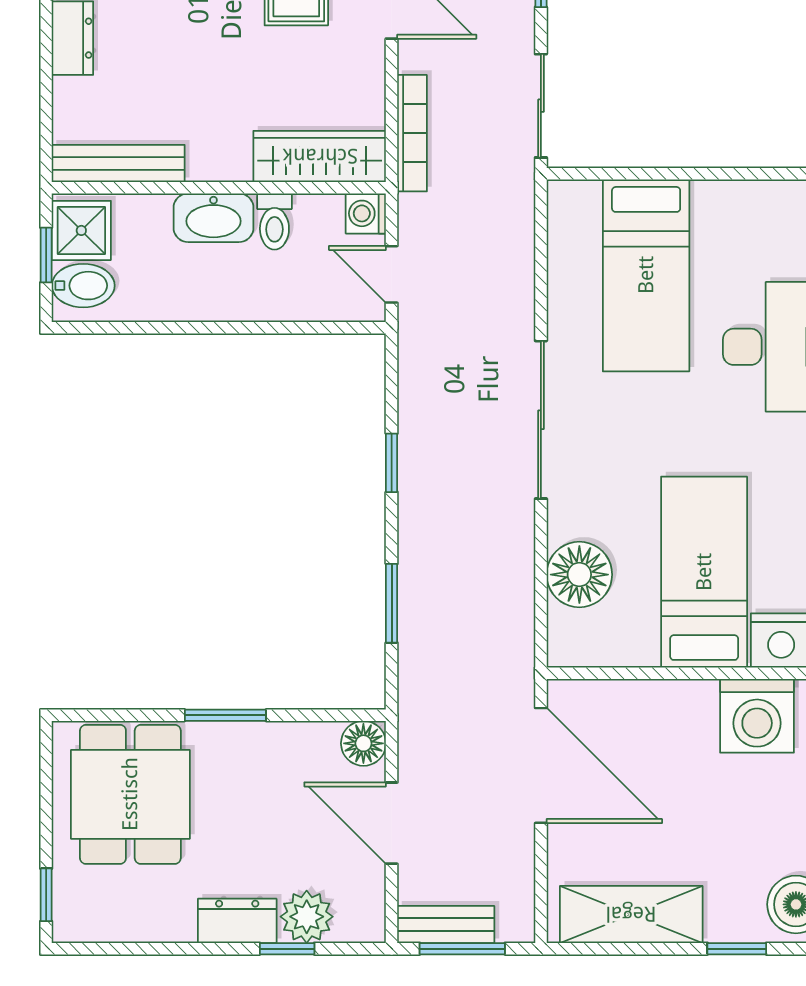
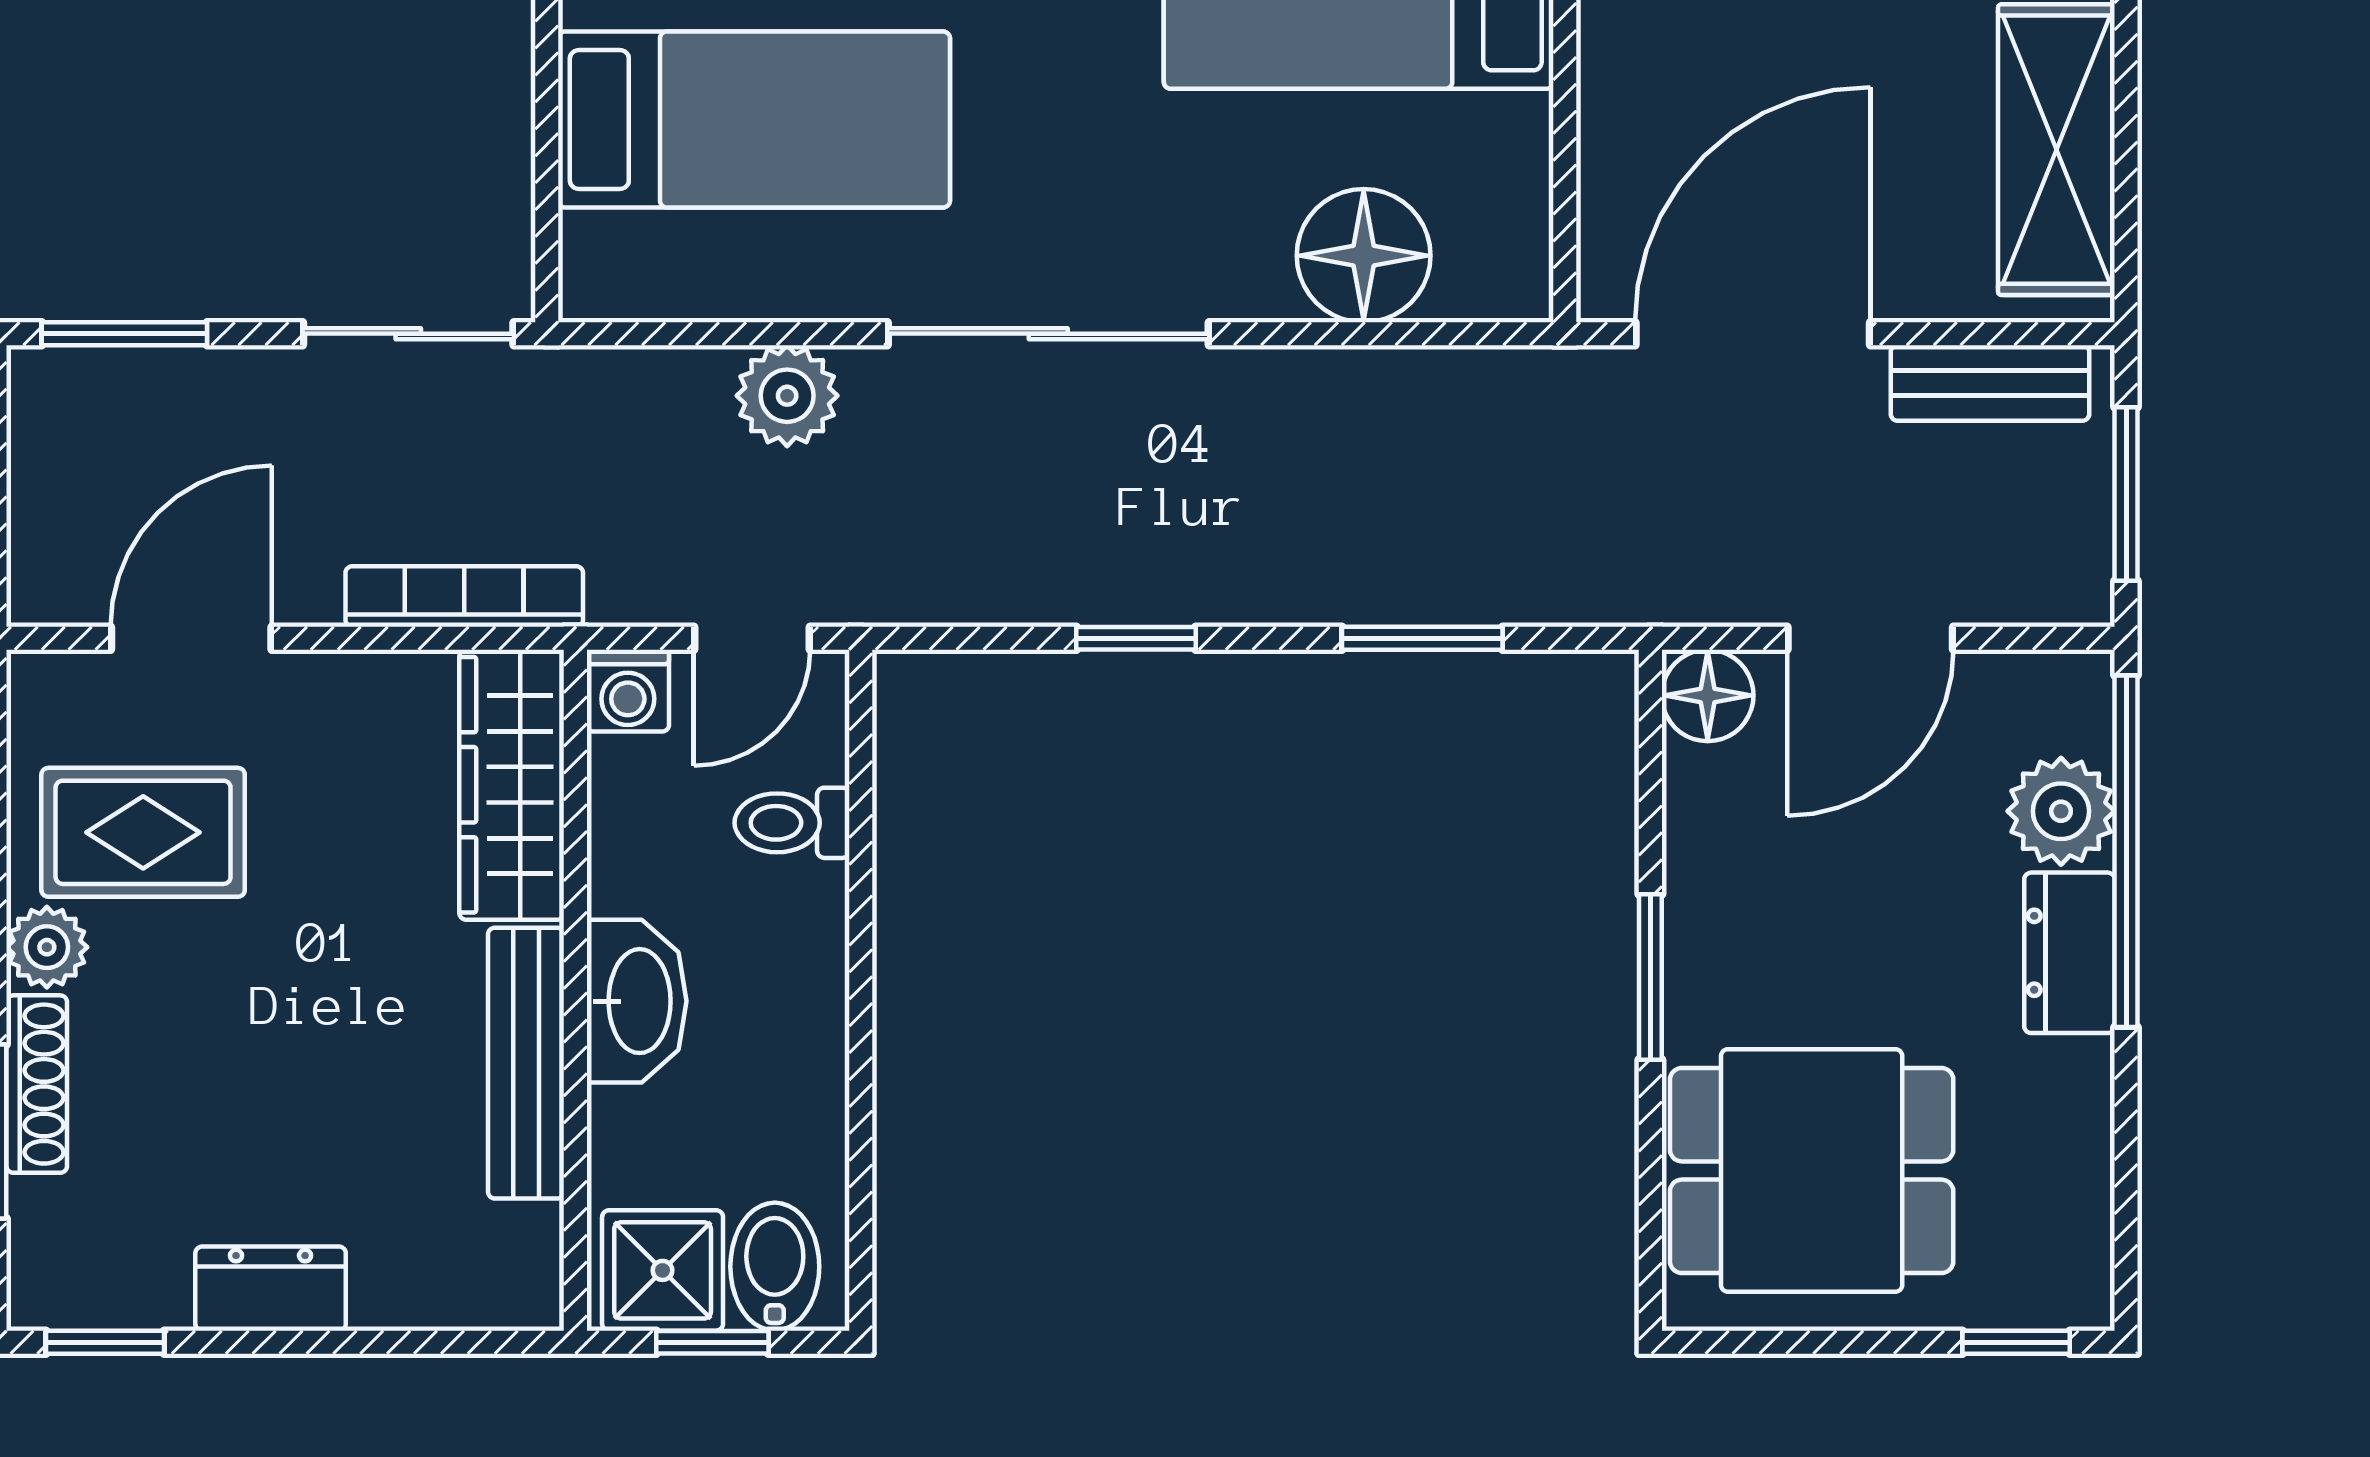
bench: (118, 163) -> (526, 1063), moved
toilet: (274, 221) -> (792, 823), moved, turned 180
plant: (511, 292) -> (787, 396), added
bench: (446, 924) -> (1990, 383), moved, turned 90
window: (287, 949) -> (2126, 851), width x3.17

